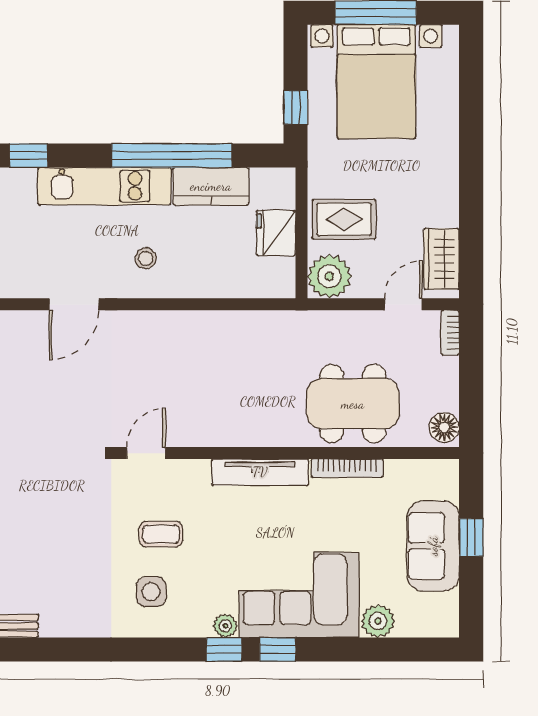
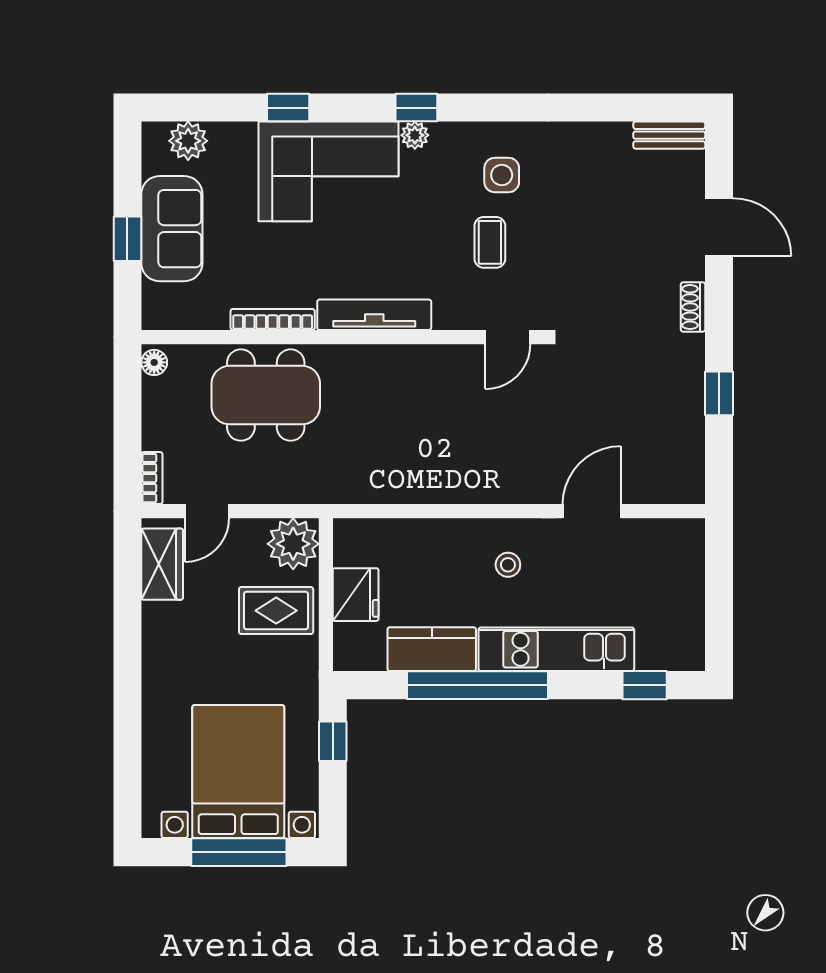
floor lamp: (444, 427) -> (154, 362), width x0.73, depth x0.73
coffee table: (161, 534) -> (490, 242), turned 90
plant: (378, 621) -> (188, 141), moved
window: (278, 649) -> (288, 108), moved

